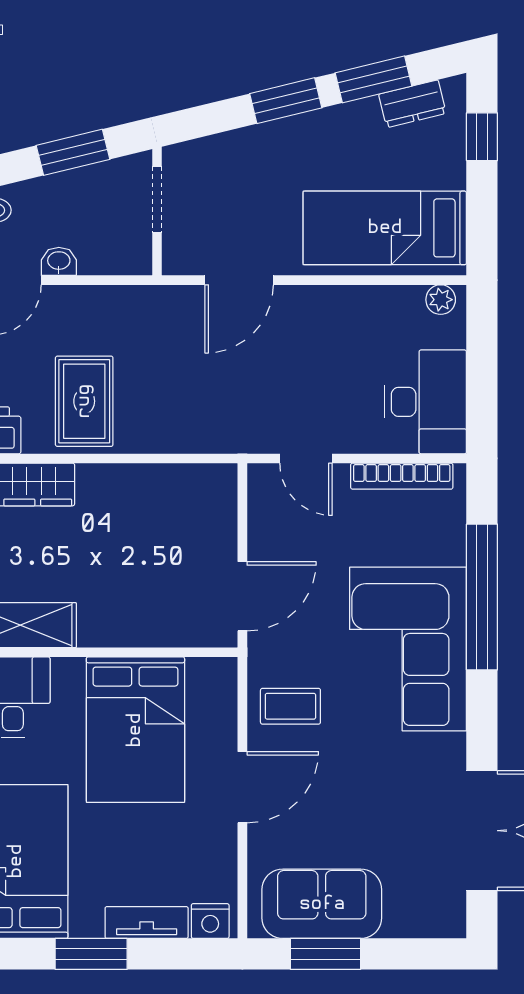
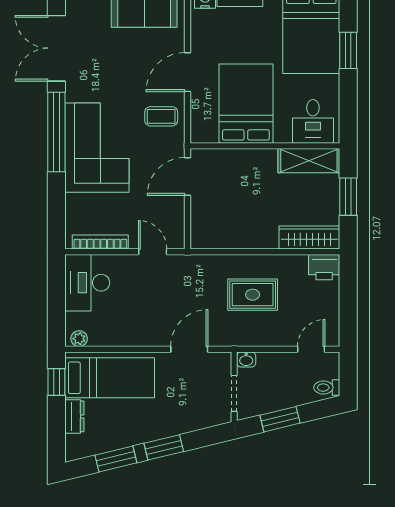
dresser: (412, 104) -> (74, 416), moved, turned 104
window: (482, 137) -> (56, 382), moved
washbasin: (59, 261) -> (246, 360), moved
rug: (84, 401) -> (253, 295), moved, turned 90
window: (482, 597) -> (56, 132), moved

